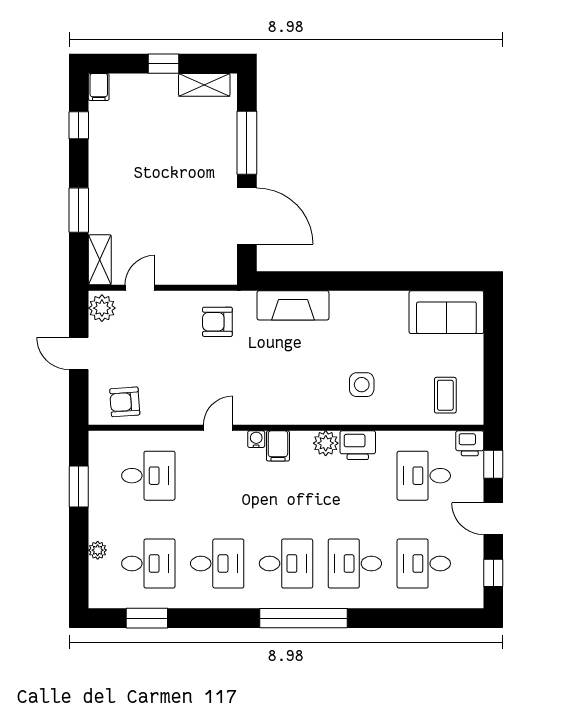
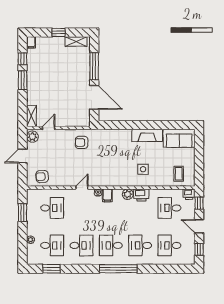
window: (79, 210) -> (23, 80), moved
fireplace: (293, 305) -> (147, 135), moved
door: (79, 354) -> (23, 156), hinge flipped
desk: (286, 564) -> (111, 245), turned 180

